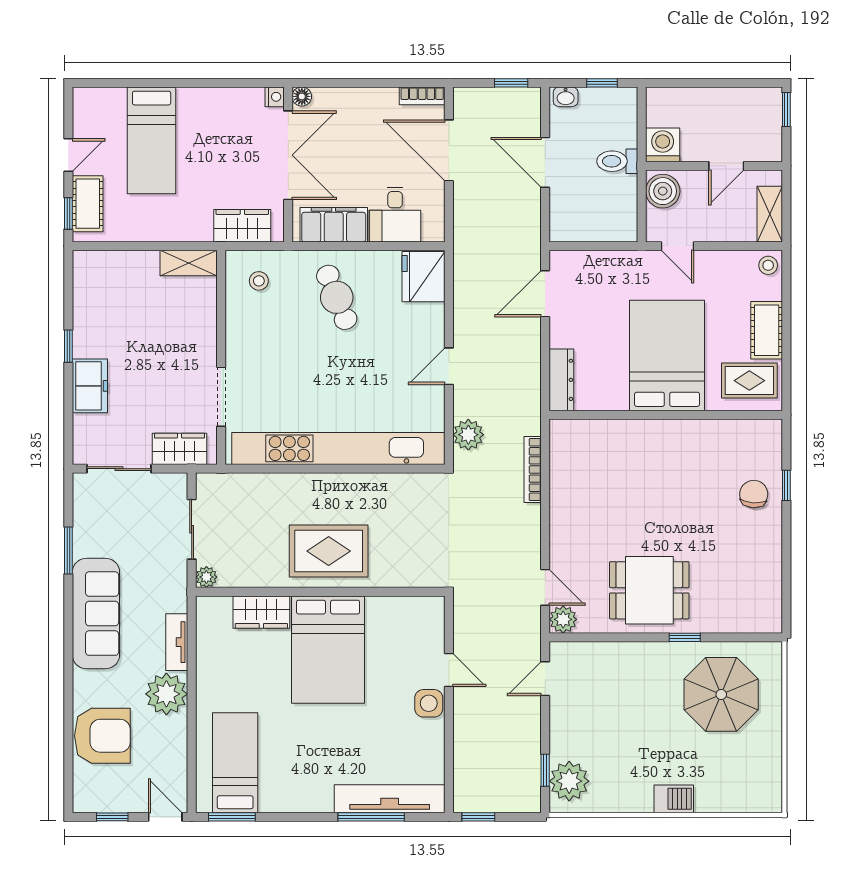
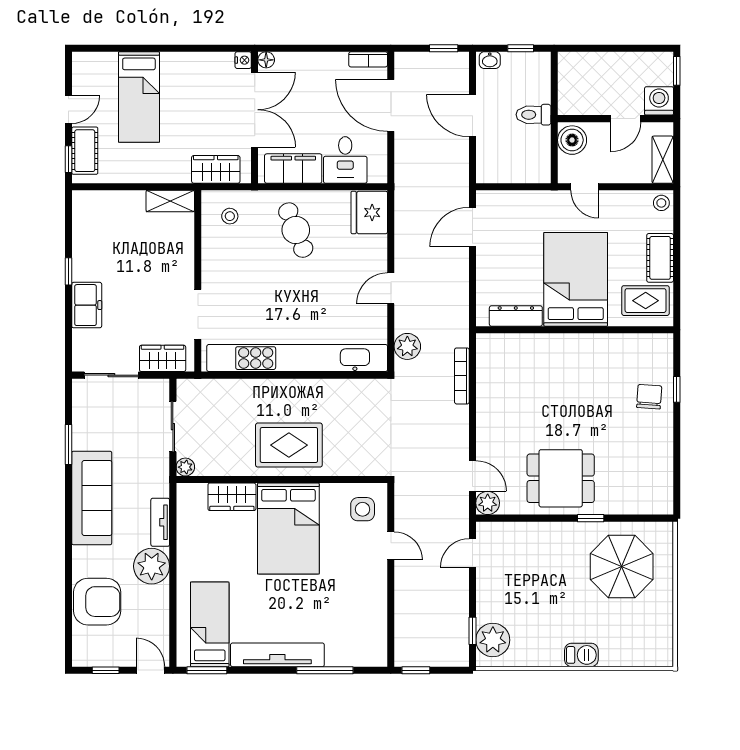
washing machine: (663, 145) -> (659, 101), moved
dresser: (561, 380) -> (516, 316), moved, turned -90
side table: (429, 703) -> (363, 509), moved
tv unit: (390, 799) -> (277, 655), moved

